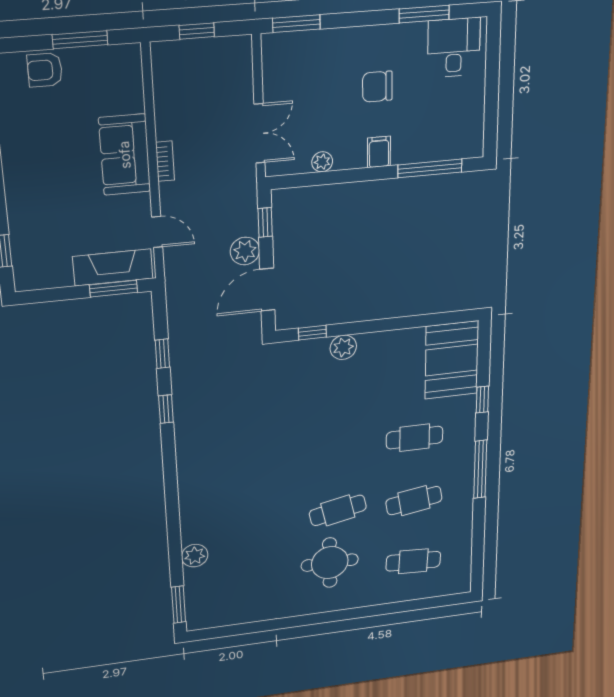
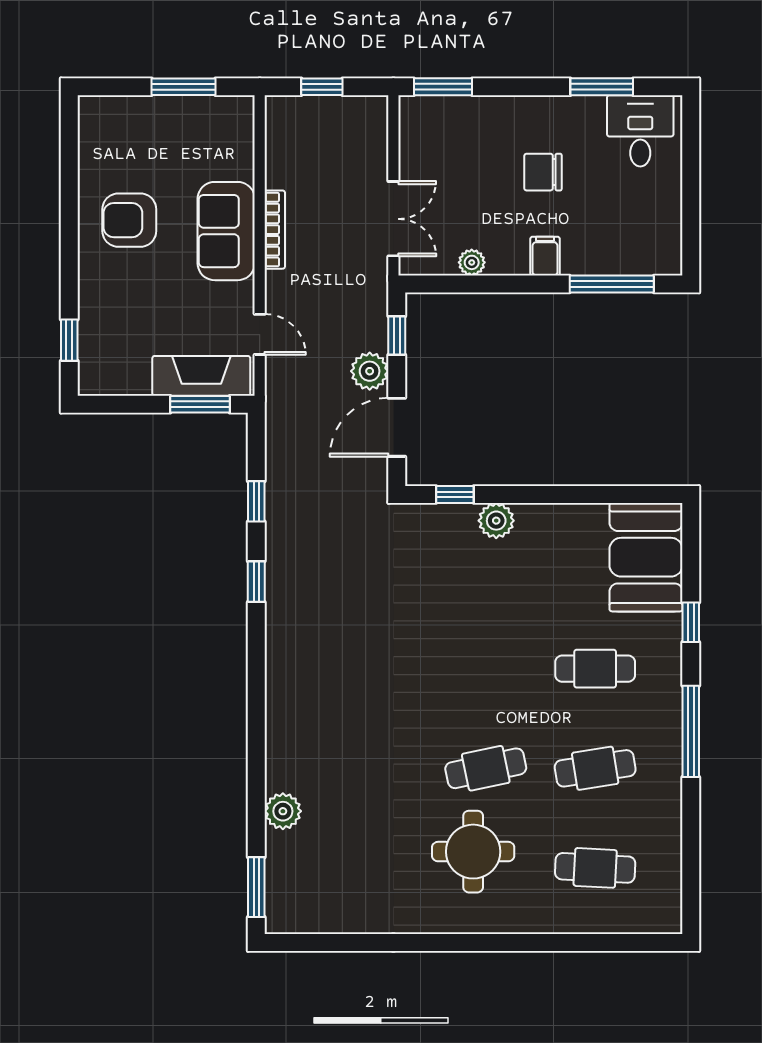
armchair: (45, 70) -> (129, 220), moved, width x1.38, depth x1.38
bookcase: (165, 161) -> (275, 230), width x1.56

